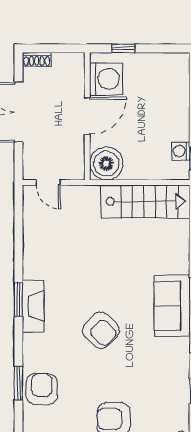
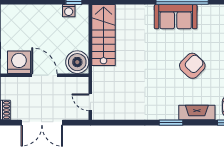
door: (48, 182) -> (90, 102), swing flipped
fireplace: (33, 306) -> (197, 113), moved

